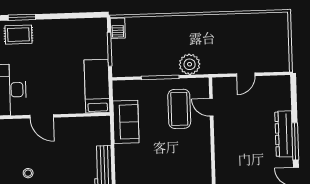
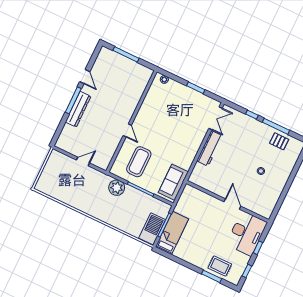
barbecue: (118, 28) -> (152, 229), width x1.88, depth x1.53
bed: (97, 86) -> (172, 233), moved, turned 180
door: (211, 107) -> (127, 130), moved
sofa: (126, 122) -> (173, 182), moved

